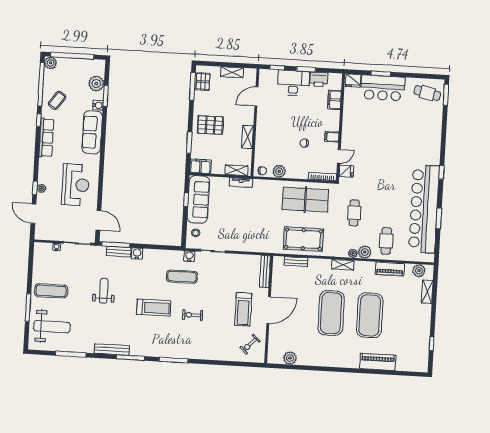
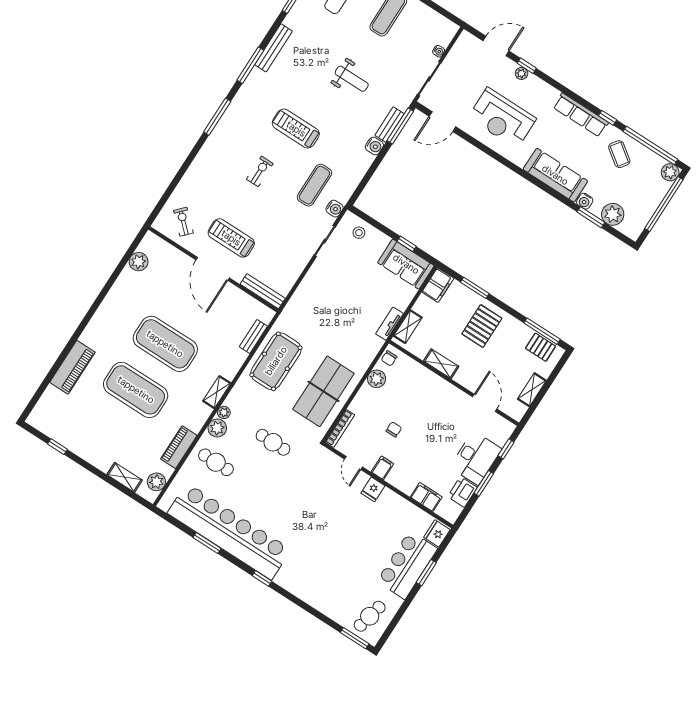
fridge: (346, 171) -> (373, 489), moved
sofa: (198, 199) -> (406, 264), width x0.73
treadmill: (154, 308) -> (296, 129), turned 90

